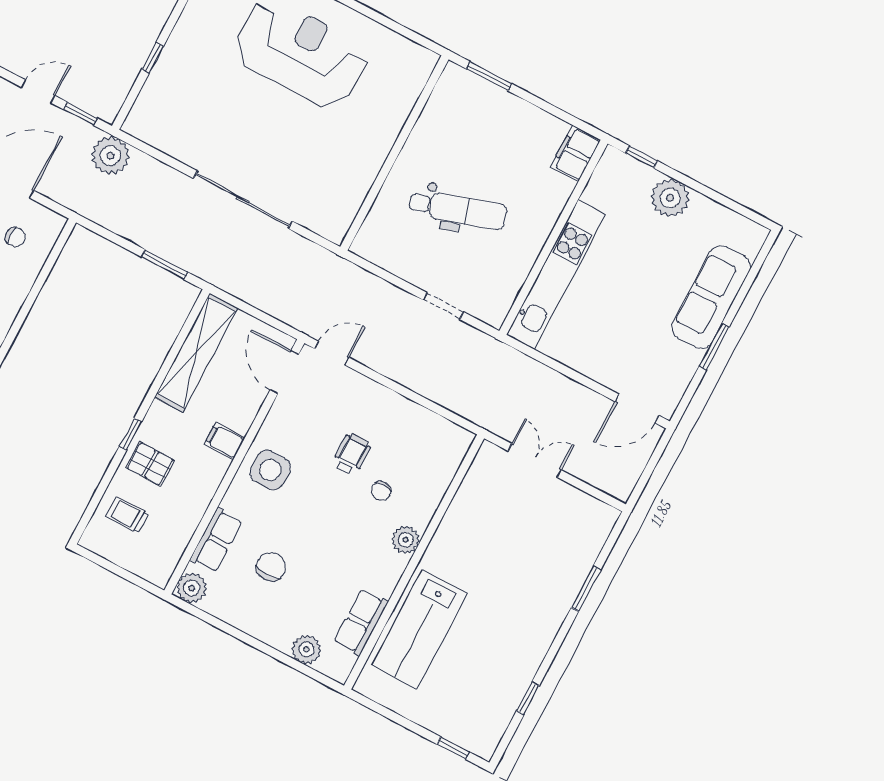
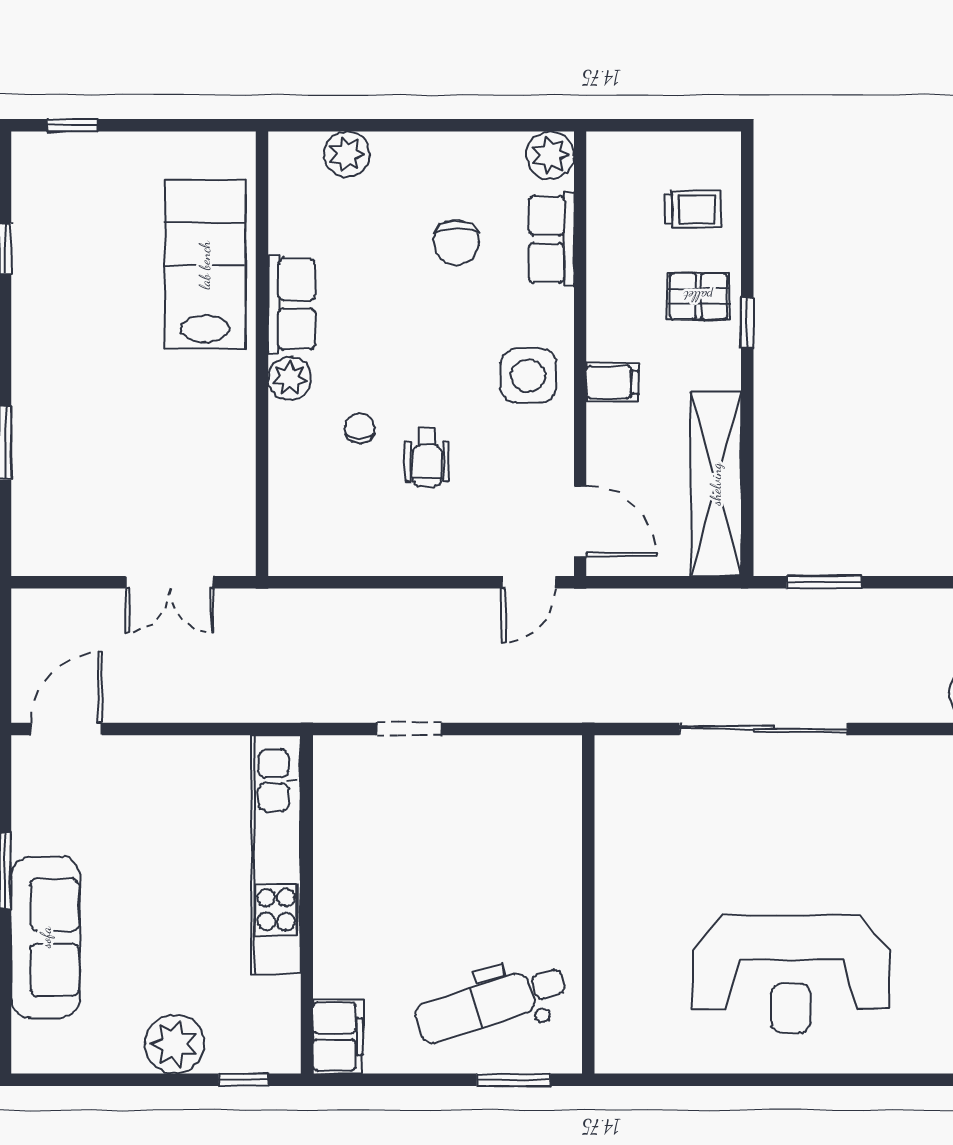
dental chair: (458, 210) -> (491, 1003), moved
row of seats: (361, 622) -> (292, 304), moved

